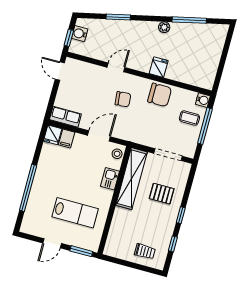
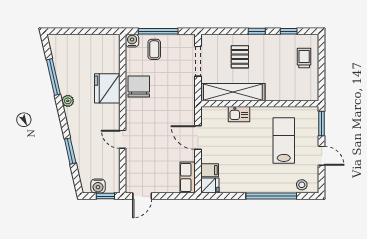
fridge: (159, 67) -> (107, 88), width x1.88, depth x1.34
chair: (123, 99) -> (153, 123), removed
stool: (117, 154) -> (302, 185), moved

